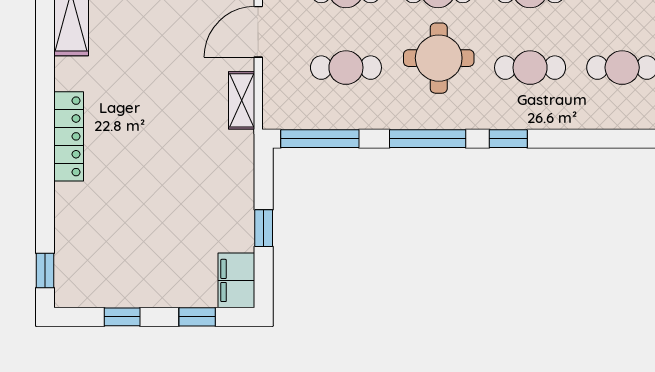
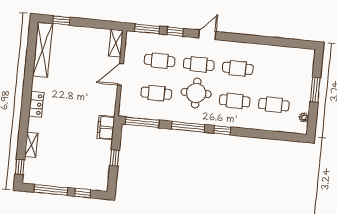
shelving: (242, 100) -> (31, 145), moved
locker: (69, 136) -> (36, 104), width x0.66
filing cabinet: (236, 280) -> (106, 128), moved
window: (122, 317) -> (51, 190), width x2.17

